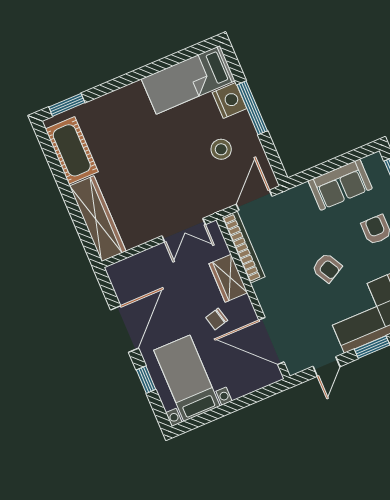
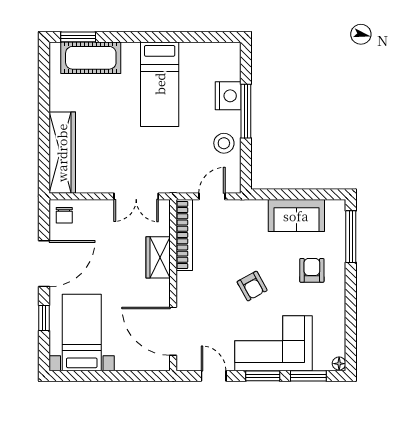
bed: (188, 80) -> (160, 84), moved, turned -90
stool: (221, 149) -> (224, 143), moved
cot: (72, 150) -> (91, 58), moved, turned 90
door: (254, 200) -> (212, 196), width x0.73
chair: (217, 319) -> (64, 215), moved, turned -76
door: (327, 366) -> (214, 376), swing flipped

